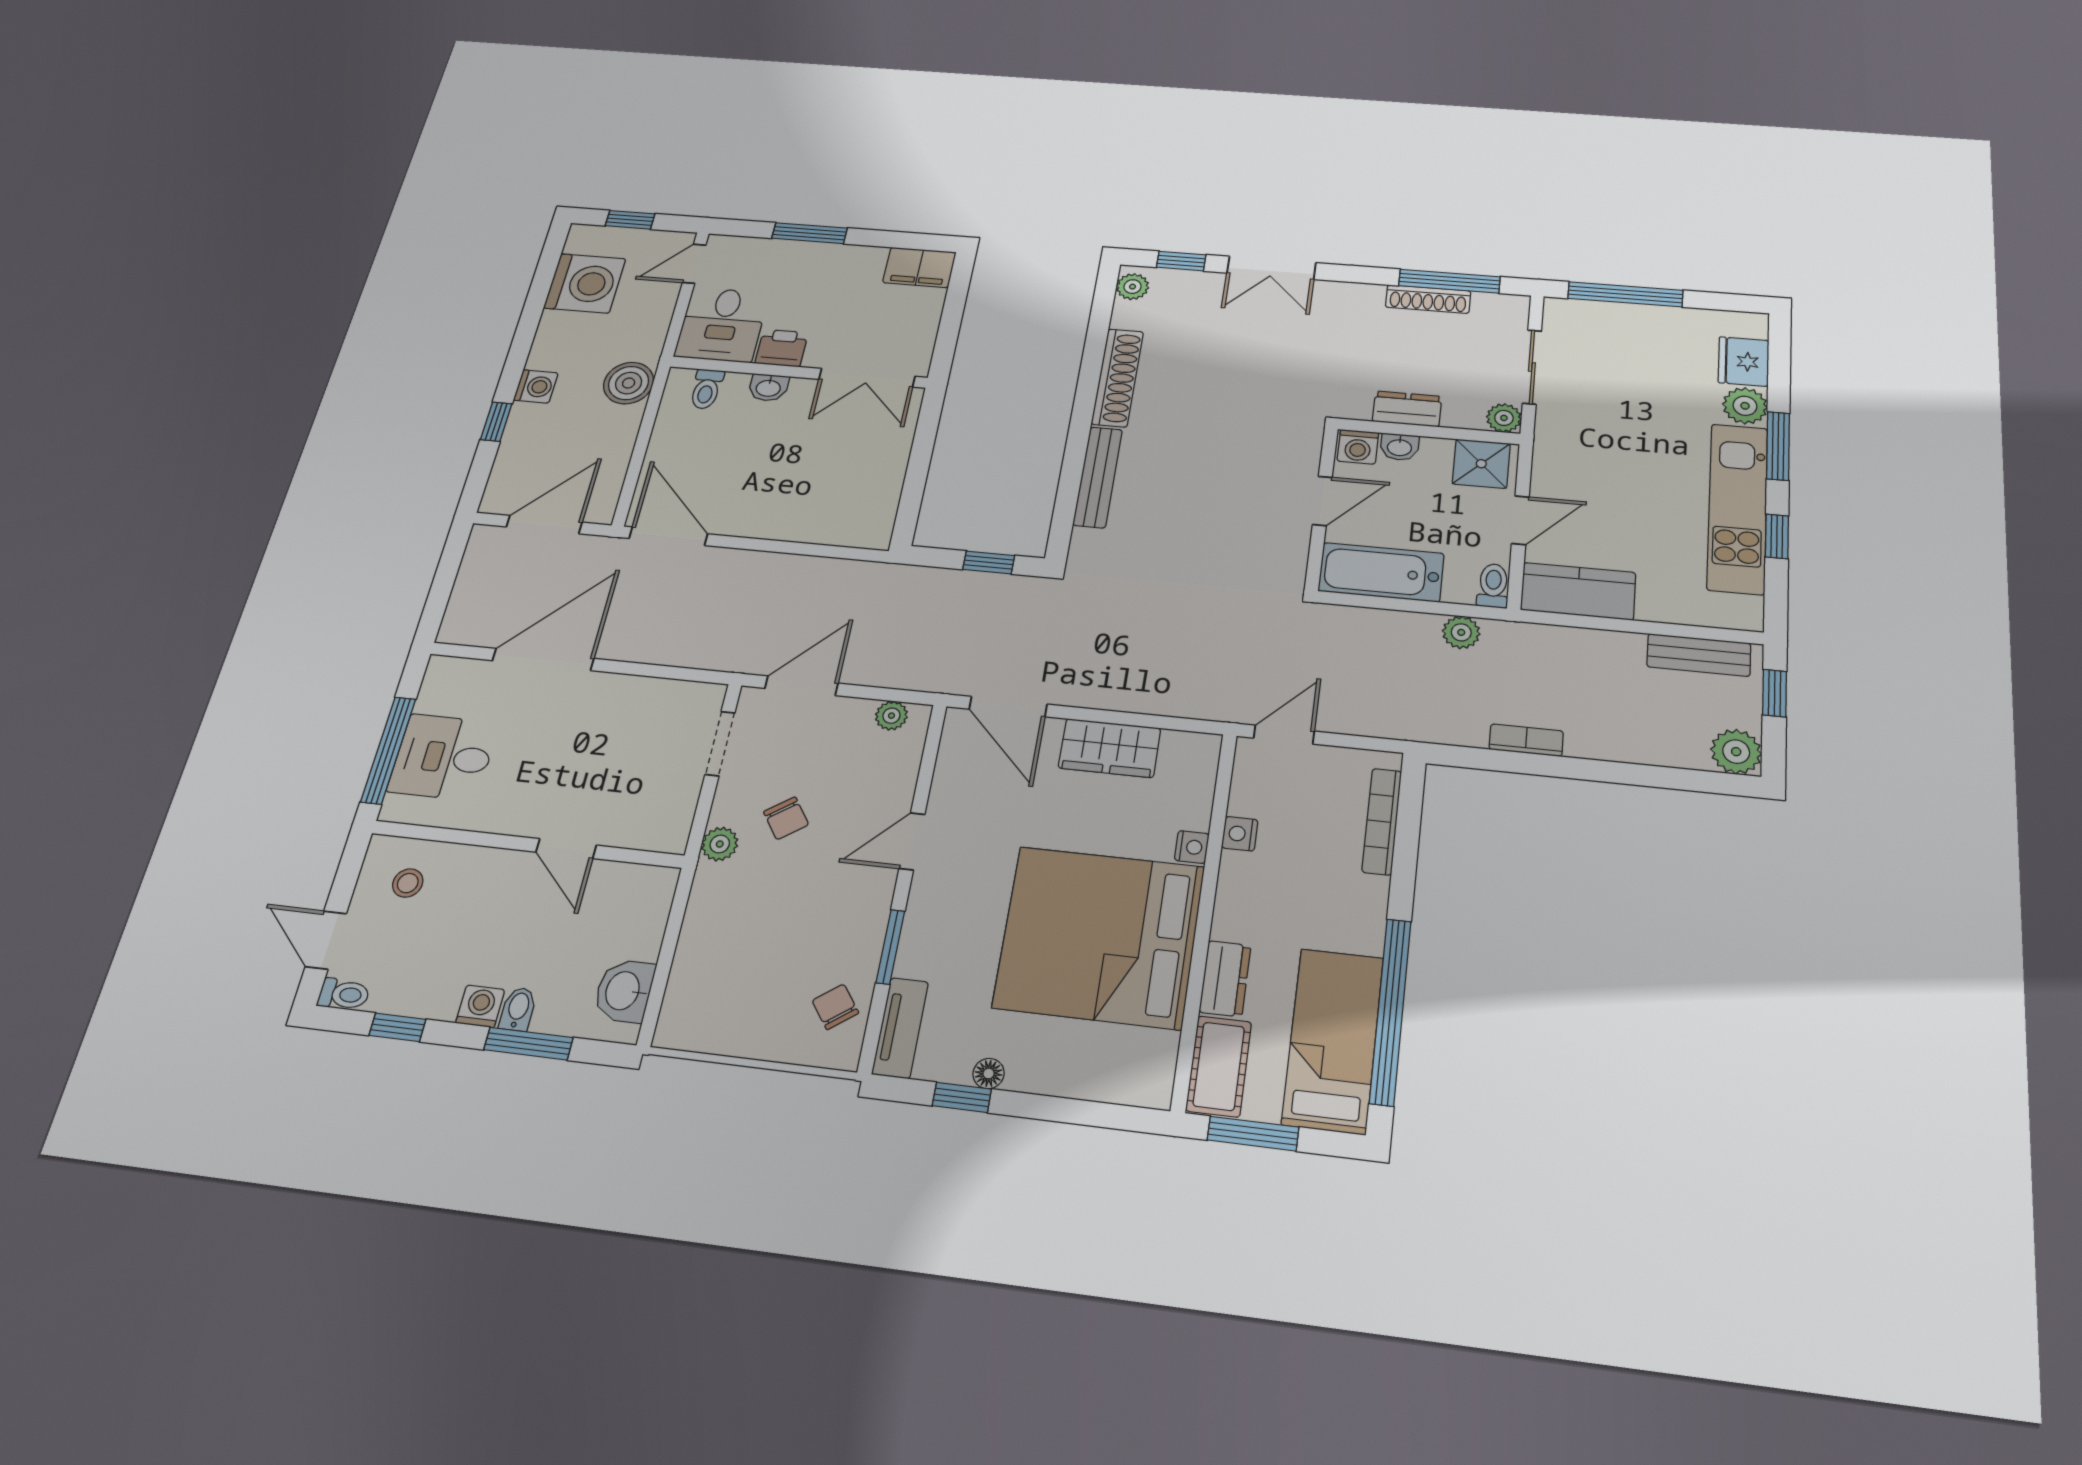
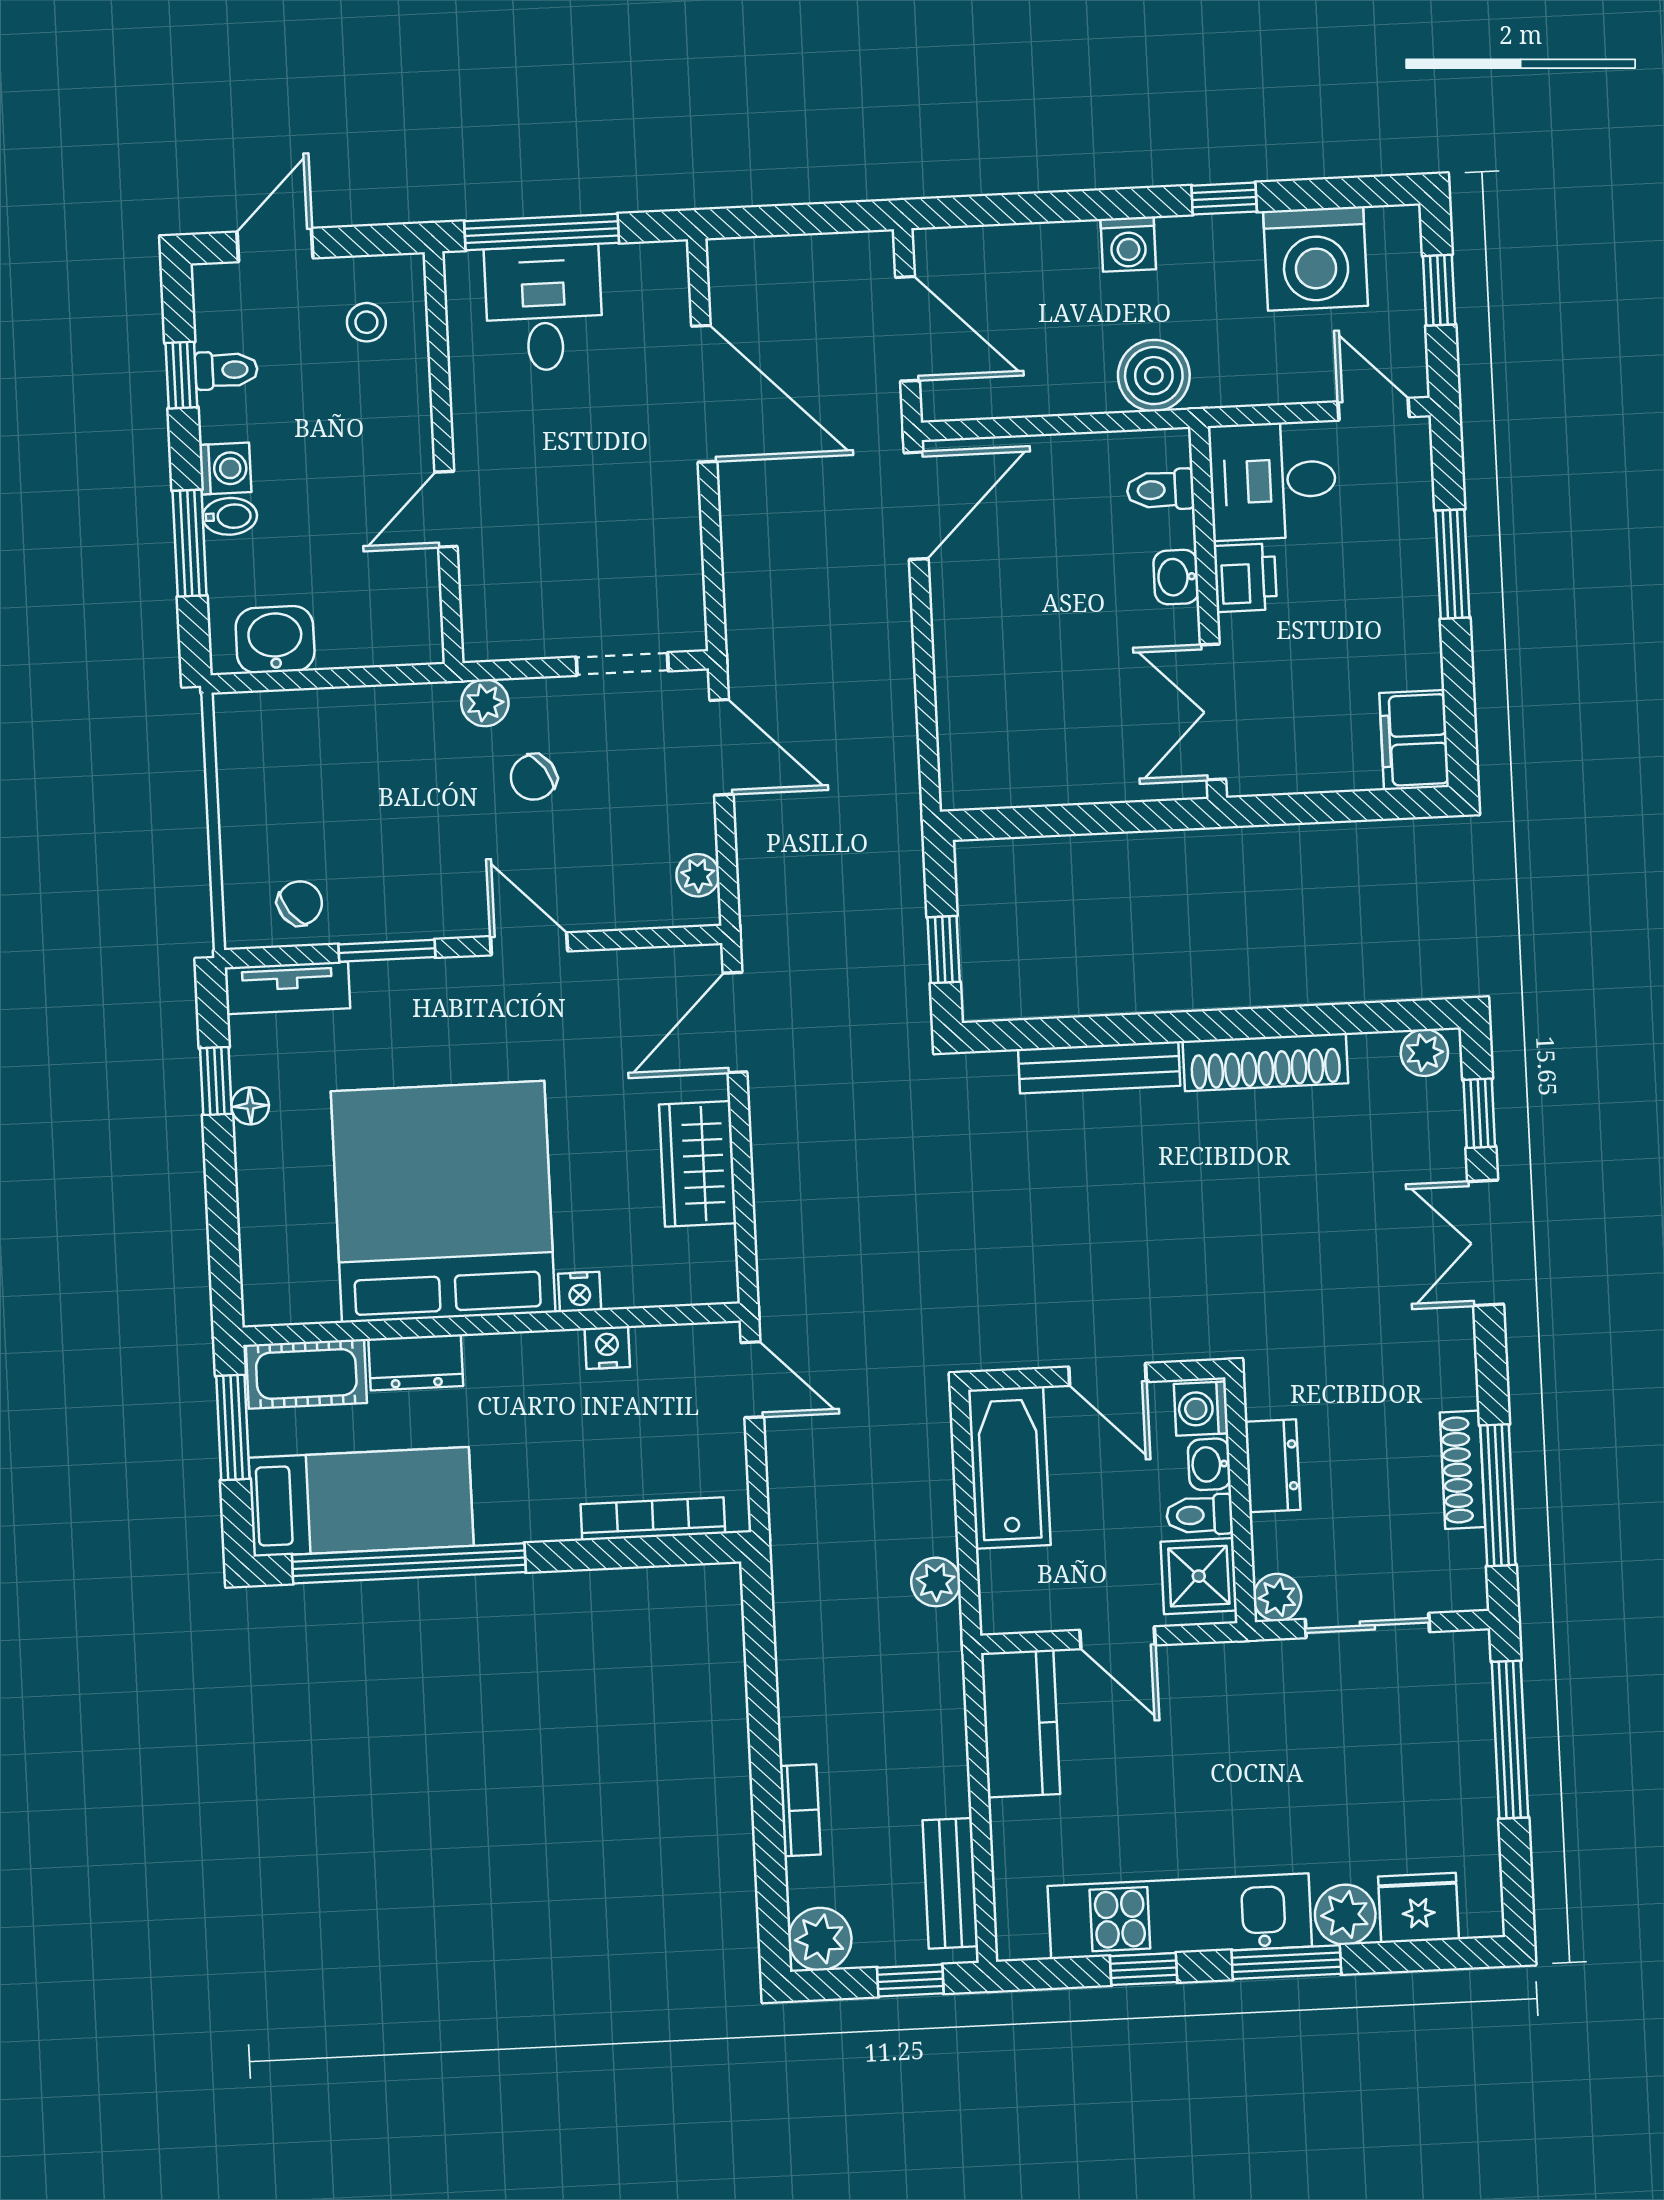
window: (496, 422) -> (1224, 199), moved
toilet: (1493, 586) -> (1199, 1515), moved, turned 180
bookcase: (1526, 740) -> (800, 1810), moved
toilet: (344, 994) -> (226, 370), moved, turned -90

